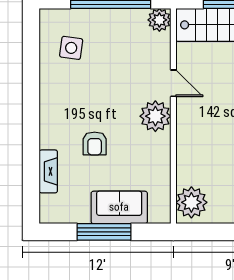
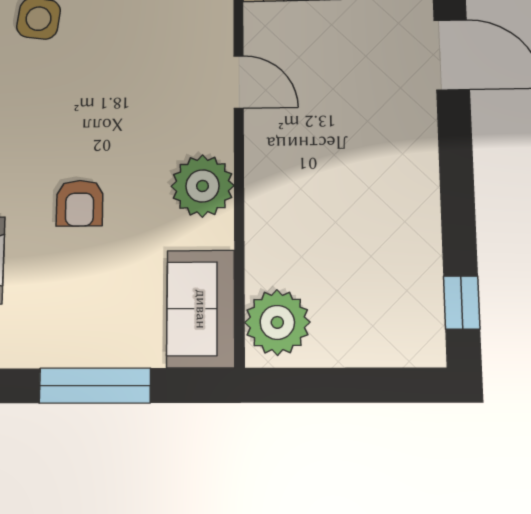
plant: (155, 116) -> (202, 186), moved
sofa: (119, 207) -> (201, 309), moved, turned -90

